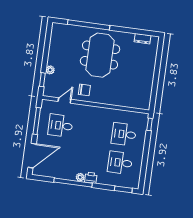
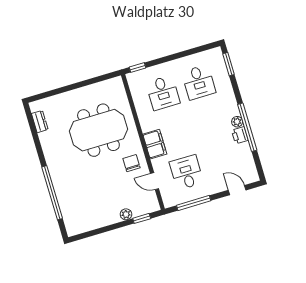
meeting table: (100, 55) -> (98, 130), moved
filing cabinet: (90, 112) -> (155, 144), added
desk: (60, 126) -> (186, 172), turned 180
door: (32, 156) -> (237, 190), width x0.53
printer: (91, 178) -> (240, 135), moved

